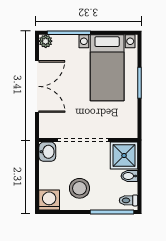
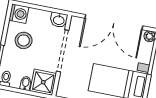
double door: (37, 86) -> (114, 22), width x1.36

